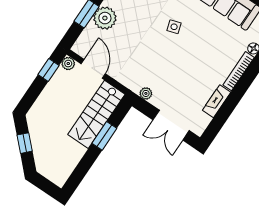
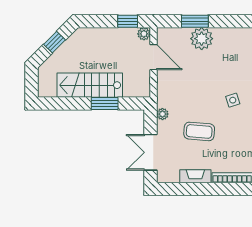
door: (93, 69) -> (153, 57), hinge flipped
coffee table: (181, 73) -> (199, 131), added
stairs: (96, 114) -> (90, 85), moved

